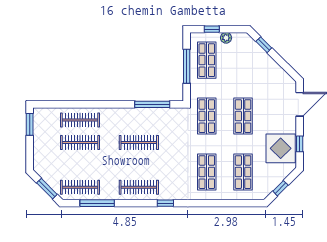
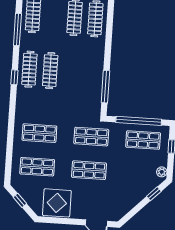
plant: (226, 38) -> (162, 172), moved
window: (187, 66) -> (139, 121), width x1.46
clothes rail: (139, 142) -> (50, 71), moved
window: (300, 144) -> (60, 221), removed
window: (165, 203) -> (14, 77), moved

